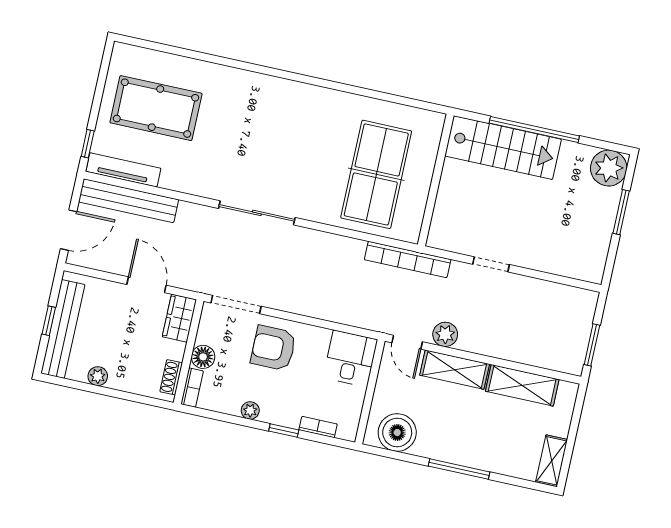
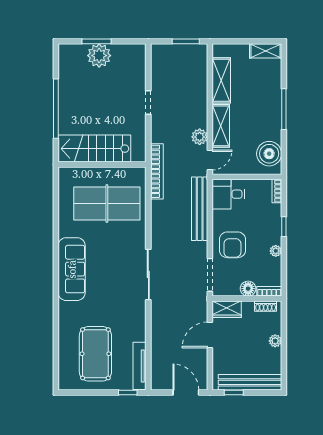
sofa: (290, 100) -> (72, 269), added
stairs: (503, 148) -> (94, 149), moved, turned -90
plant: (609, 168) -> (99, 56), moved
bench: (129, 201) -> (200, 209), moved
doorway: (491, 264) -> (148, 102), moved
window: (49, 321) -> (234, 392), moved
plant: (98, 376) -> (275, 341), moved
bookcase: (318, 427) -> (277, 191), moved

